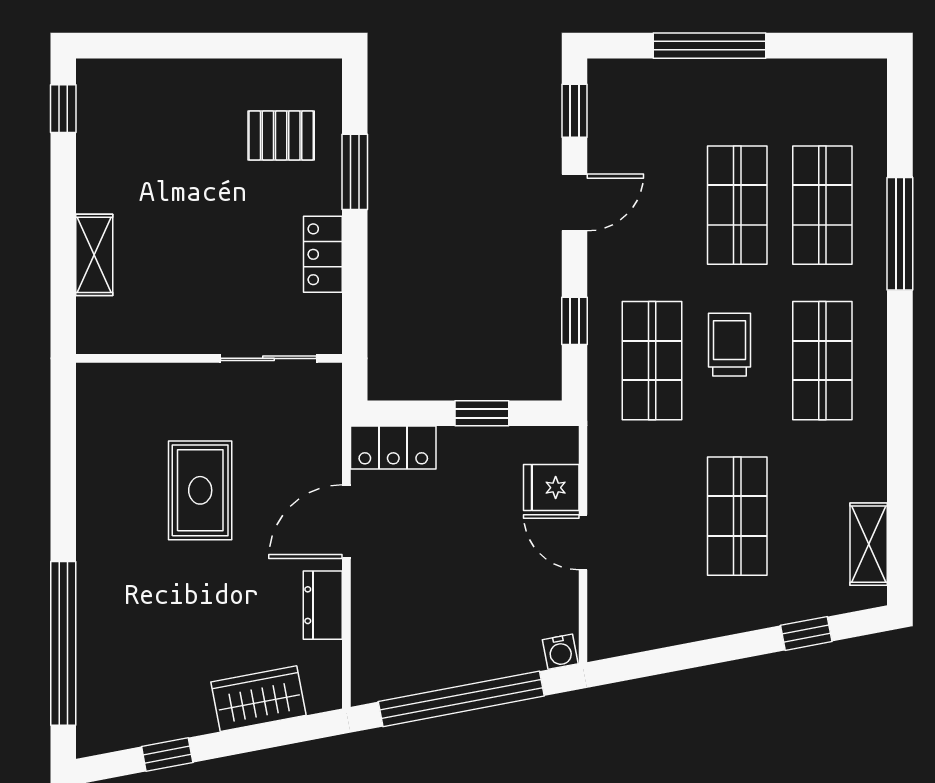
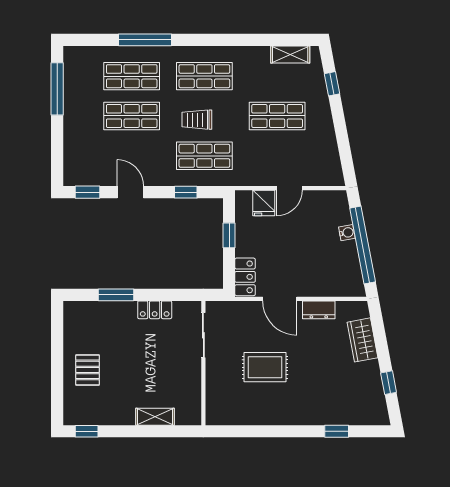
window: (709, 46) -> (57, 89), moved
pallet: (281, 136) -> (88, 370), moved
window: (63, 643) -> (337, 431), width x0.32
water cooler: (560, 652) -> (347, 233), moved

